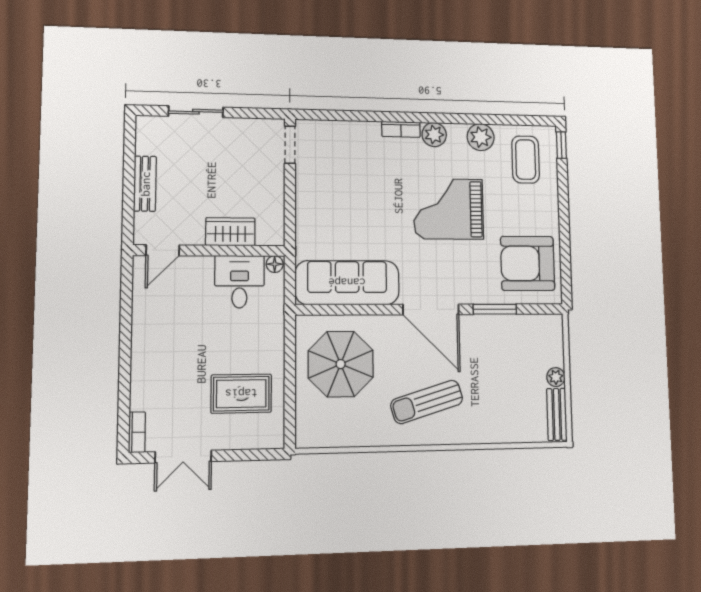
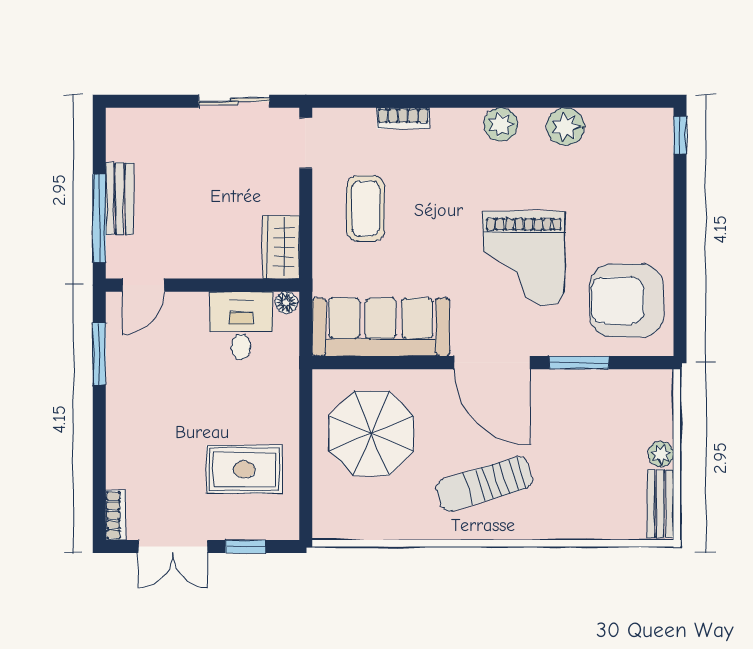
sliding door: (196, 112) -> (234, 101), moved
bookcase: (401, 129) -> (403, 118), moved
coffee table: (526, 160) -> (366, 208), moved
window: (128, 199) -> (99, 218), added
grand piano: (448, 209) -> (524, 258), moved, turned -90
wardrobe: (230, 232) -> (281, 247), moved, turned -90
window: (126, 304) -> (99, 354), added
window: (242, 455) -> (245, 546), added

